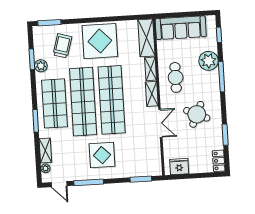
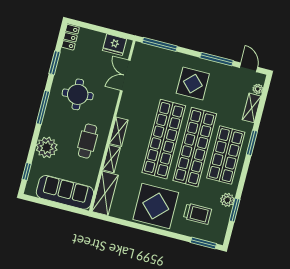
trolley: (62, 46) -> (197, 214), turned -106
window: (222, 77) -> (43, 107), moved
round table: (197, 114) -> (78, 94), turned -30
double door: (160, 123) -> (125, 76), moved
window: (141, 179) -> (160, 44), width x1.44

